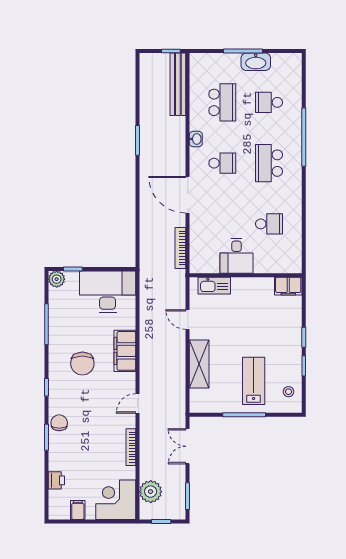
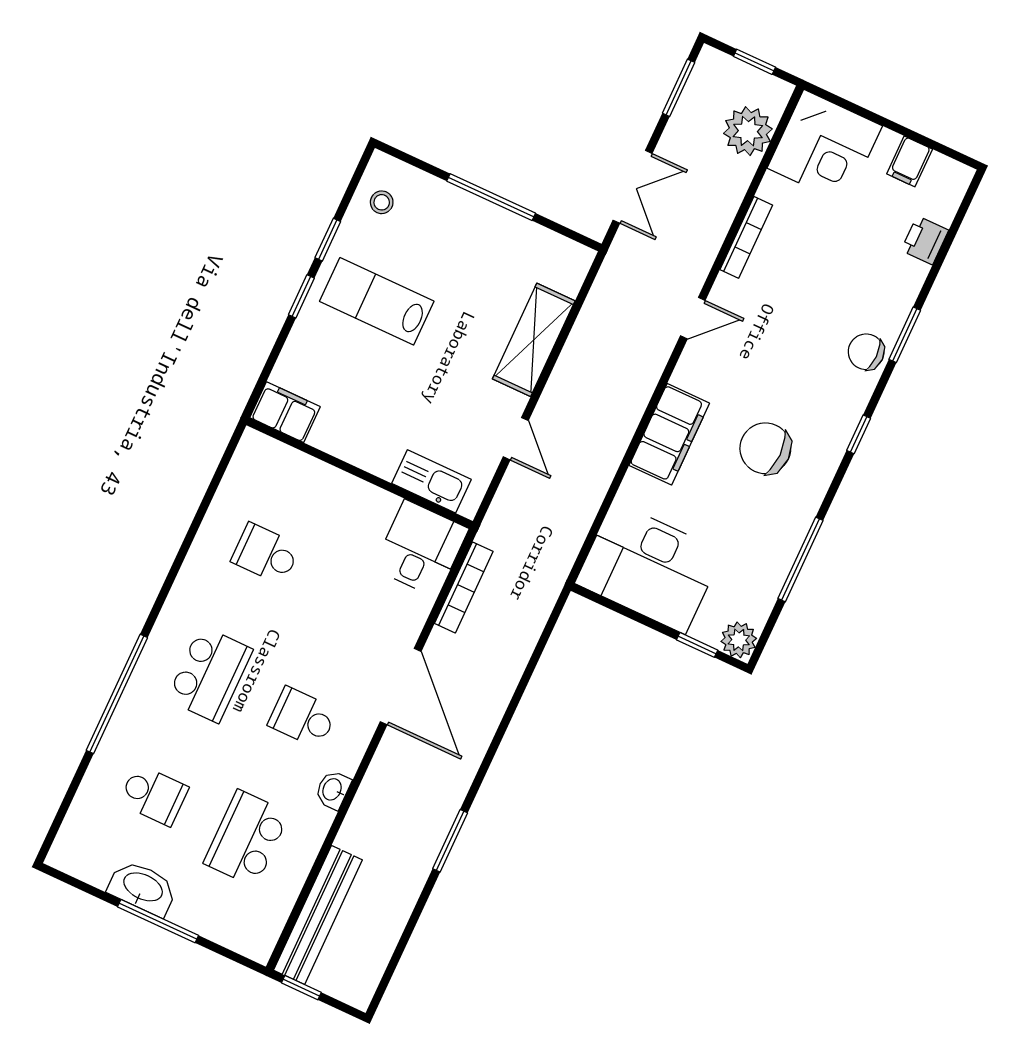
desk: (236, 256) -> (421, 549), moved
chair: (82, 364) -> (765, 448), turned -90
lab bench: (254, 381) -> (377, 301), moved, turned 90
chair: (59, 423) -> (866, 352), turned 90

